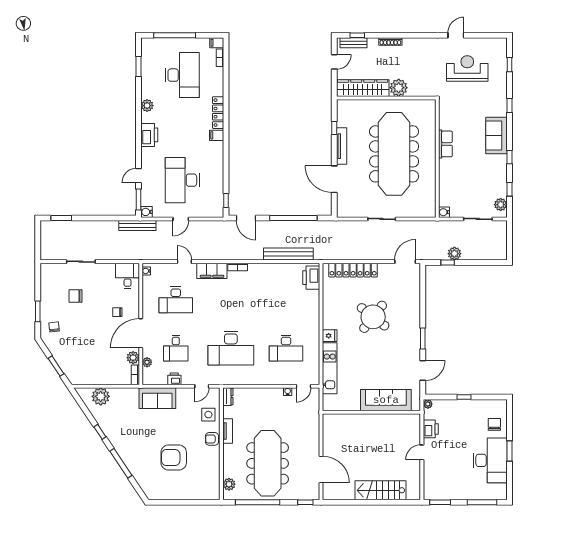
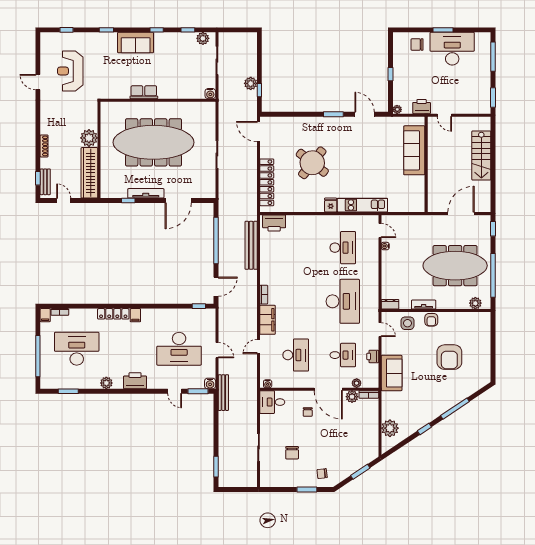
sofa: (386, 400) -> (414, 150), moved
wall: (371, 412) -> (426, 164), moved

